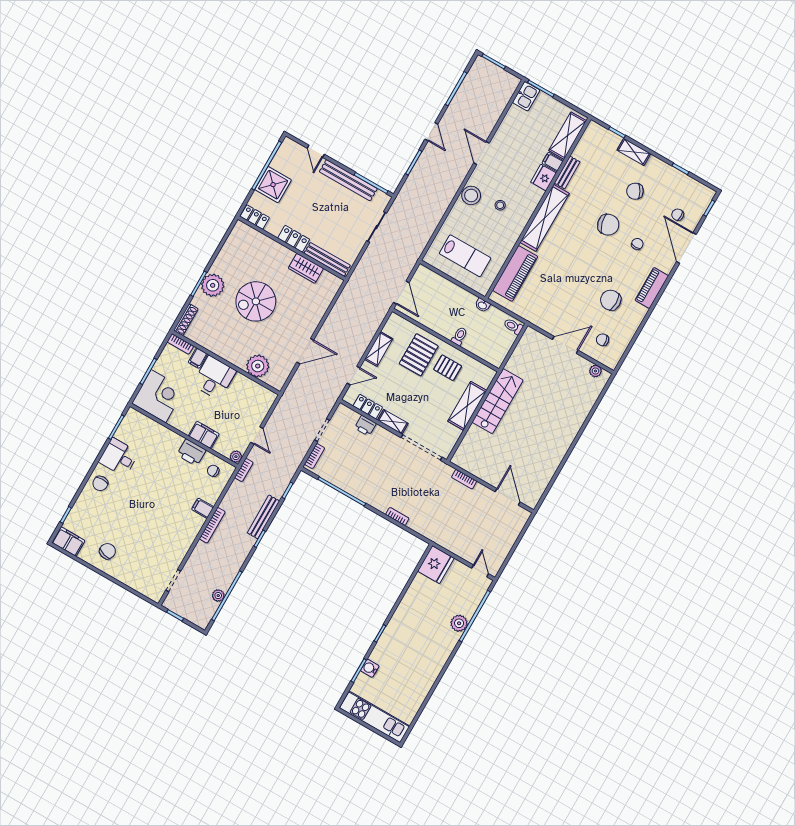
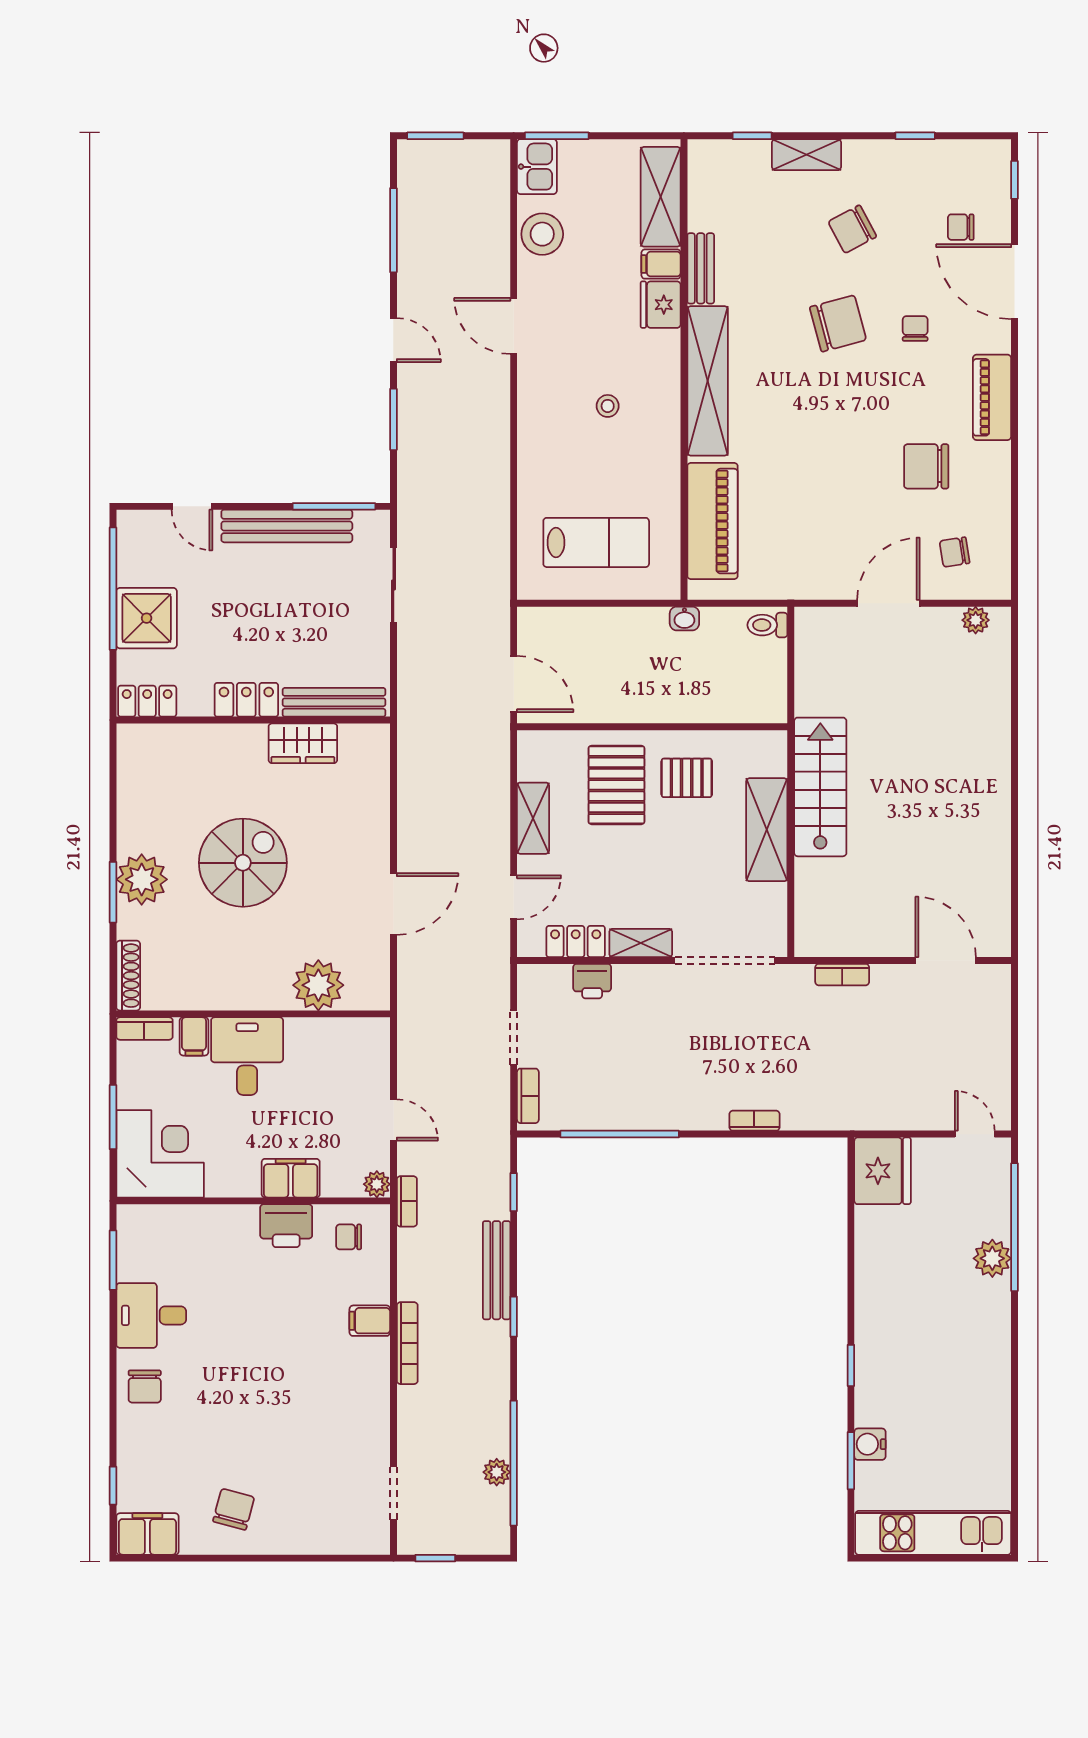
stool: (471, 195) -> (542, 234), moved
spiral stairs: (256, 301) -> (243, 863), turned 180
toilet: (459, 336) -> (674, 704), removed

